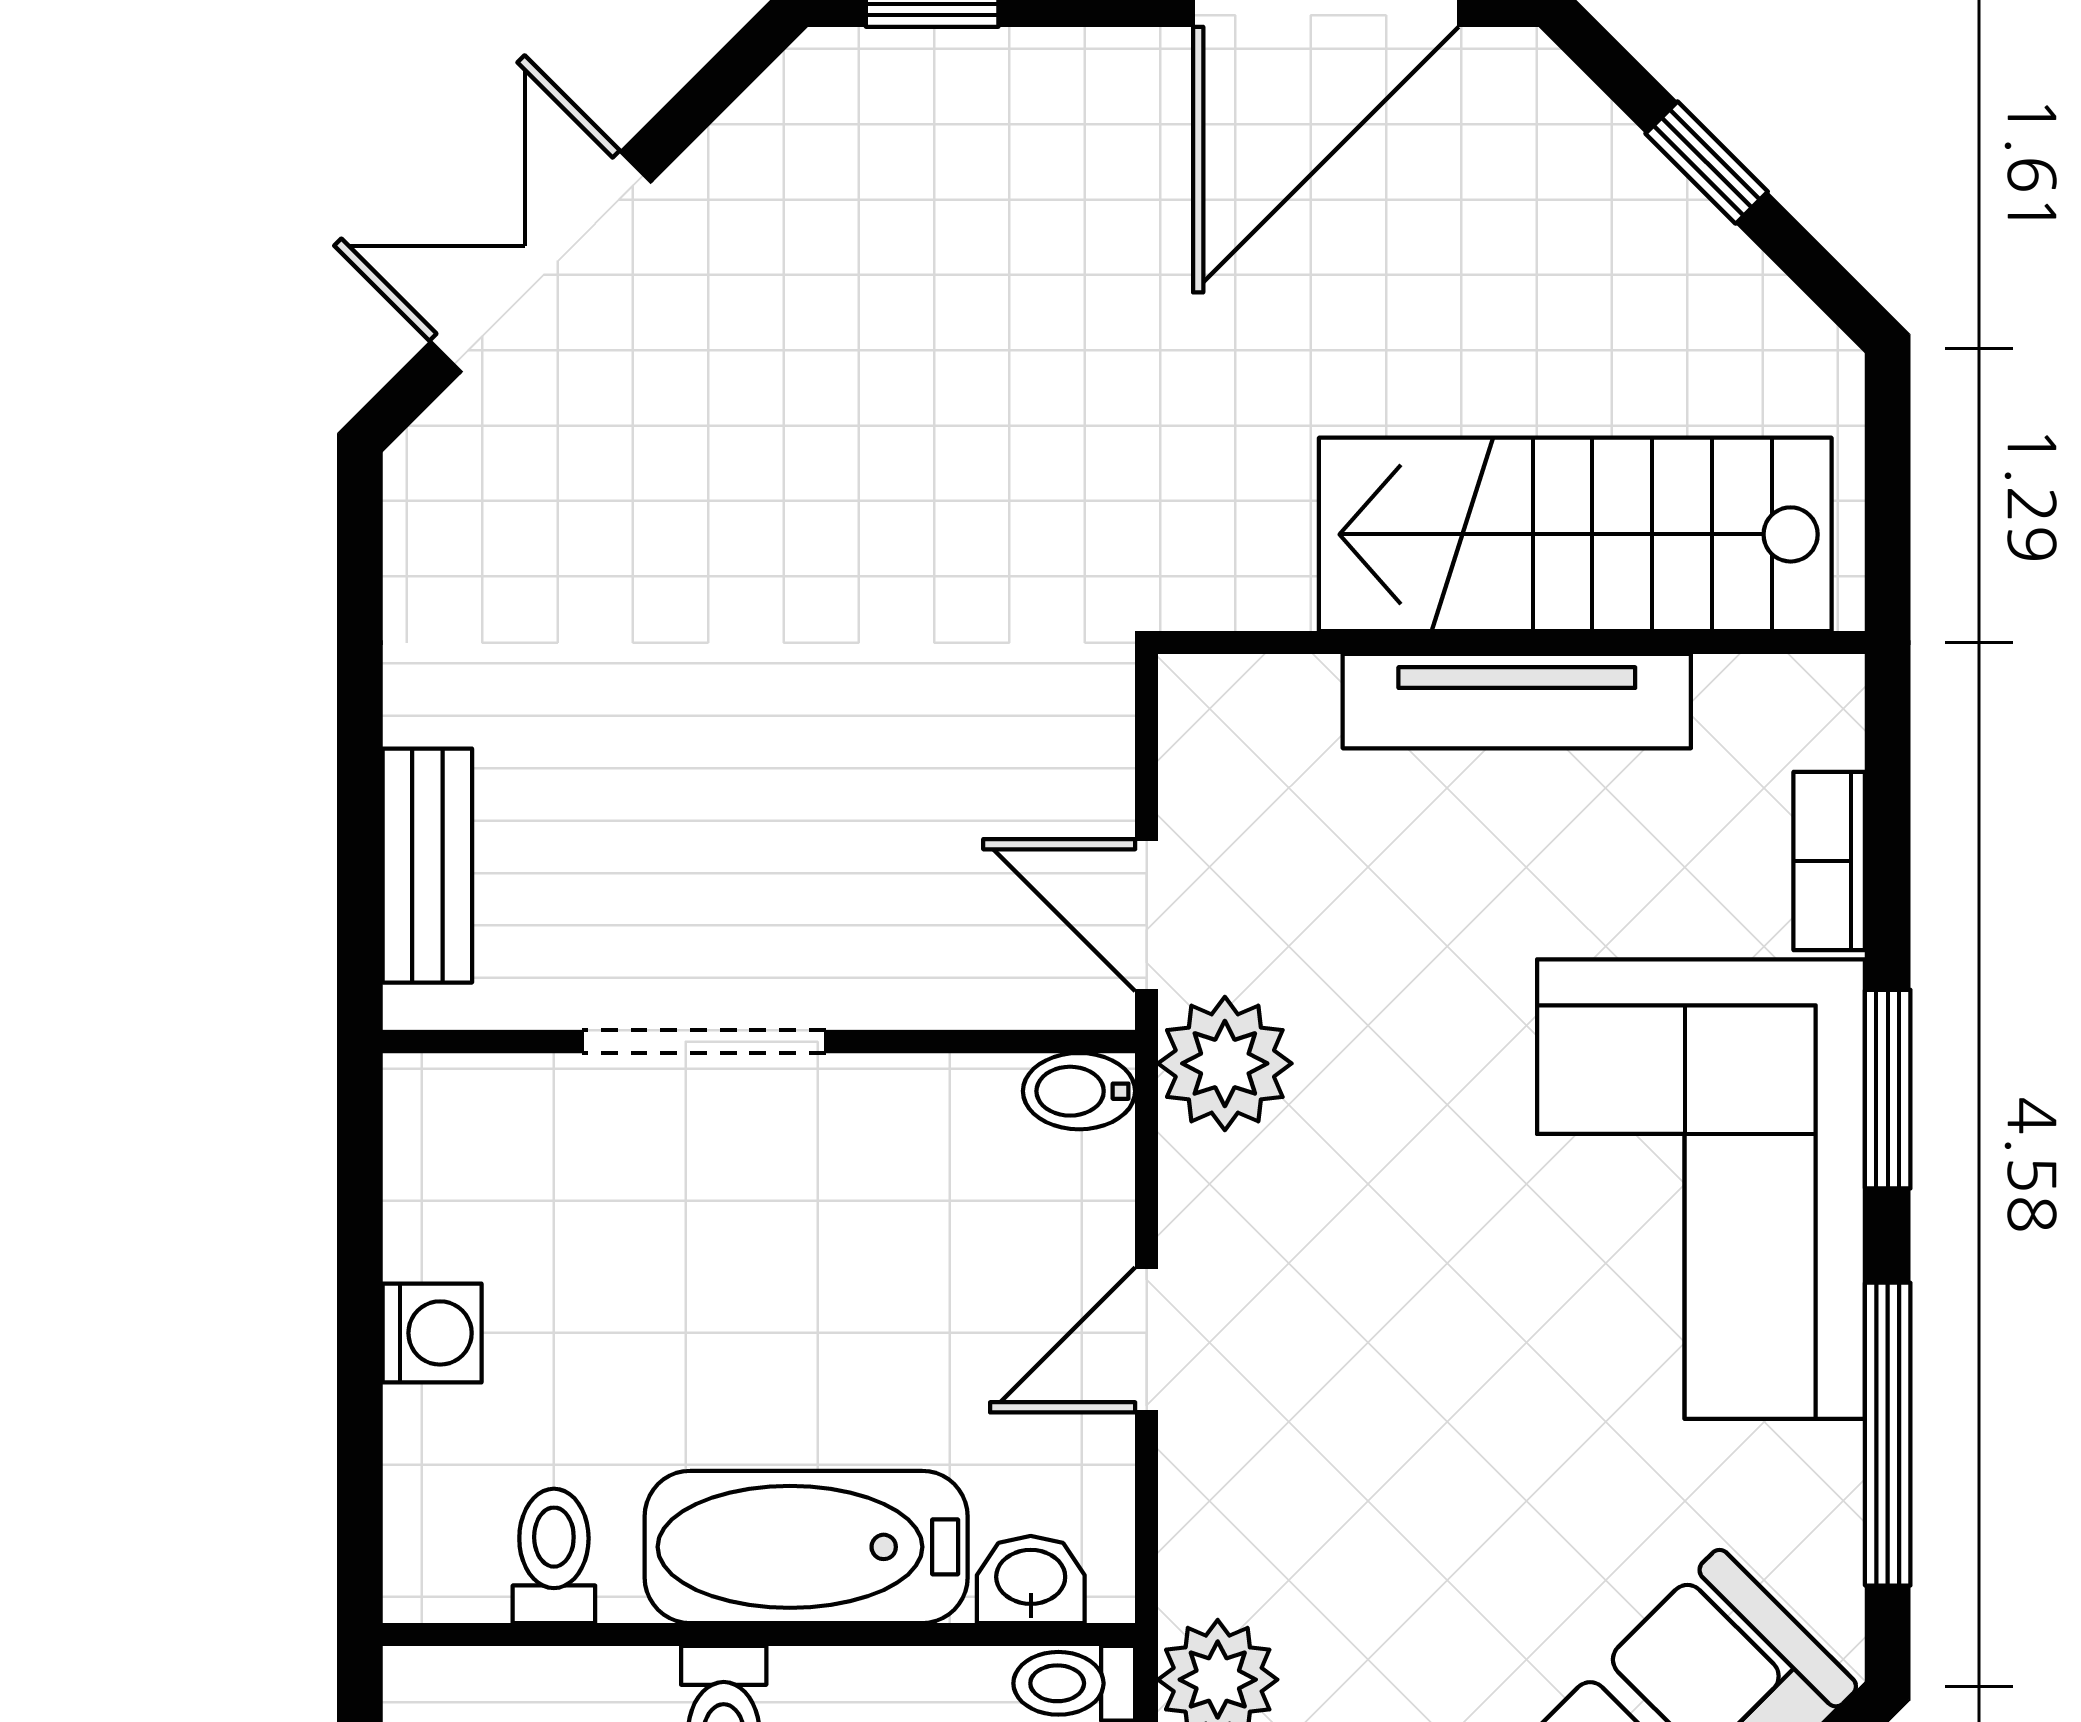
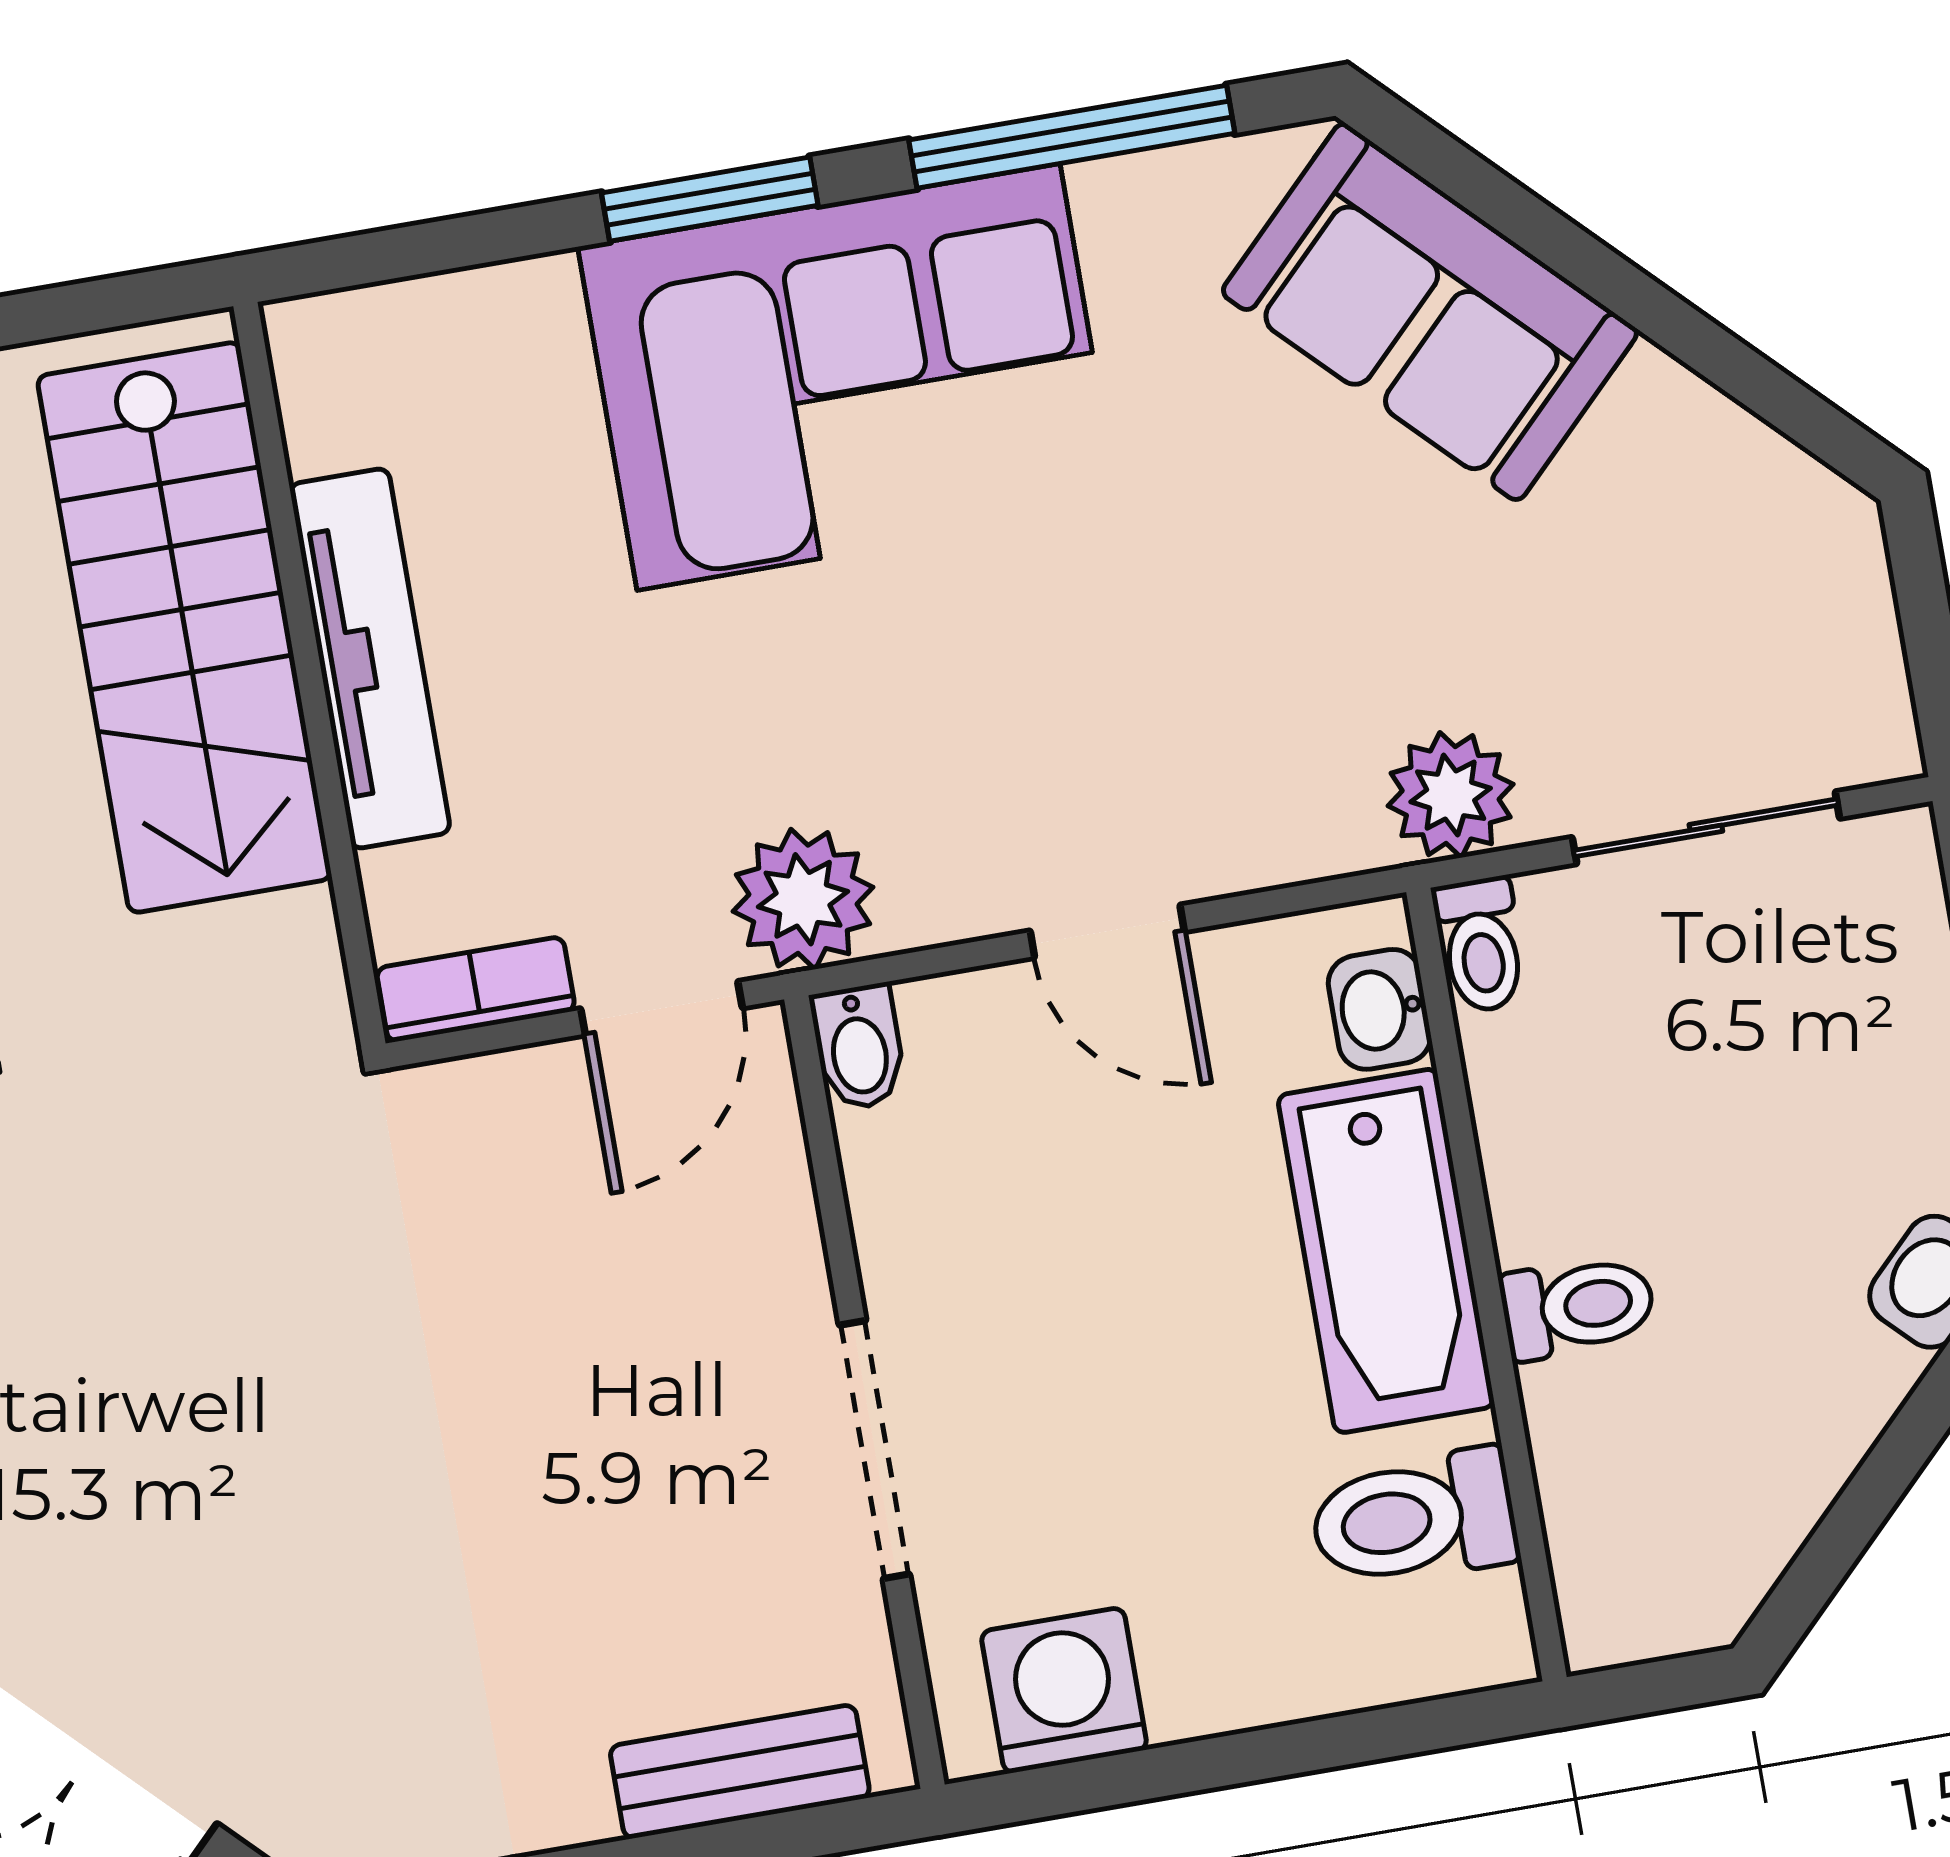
bookcase: (1829, 861) -> (476, 989), moved, turned 180
washing machine: (432, 1333) -> (1064, 1690), moved, width x1.38, depth x1.38
toilet: (554, 1556) -> (1414, 1519), width x1.37, depth x1.39

